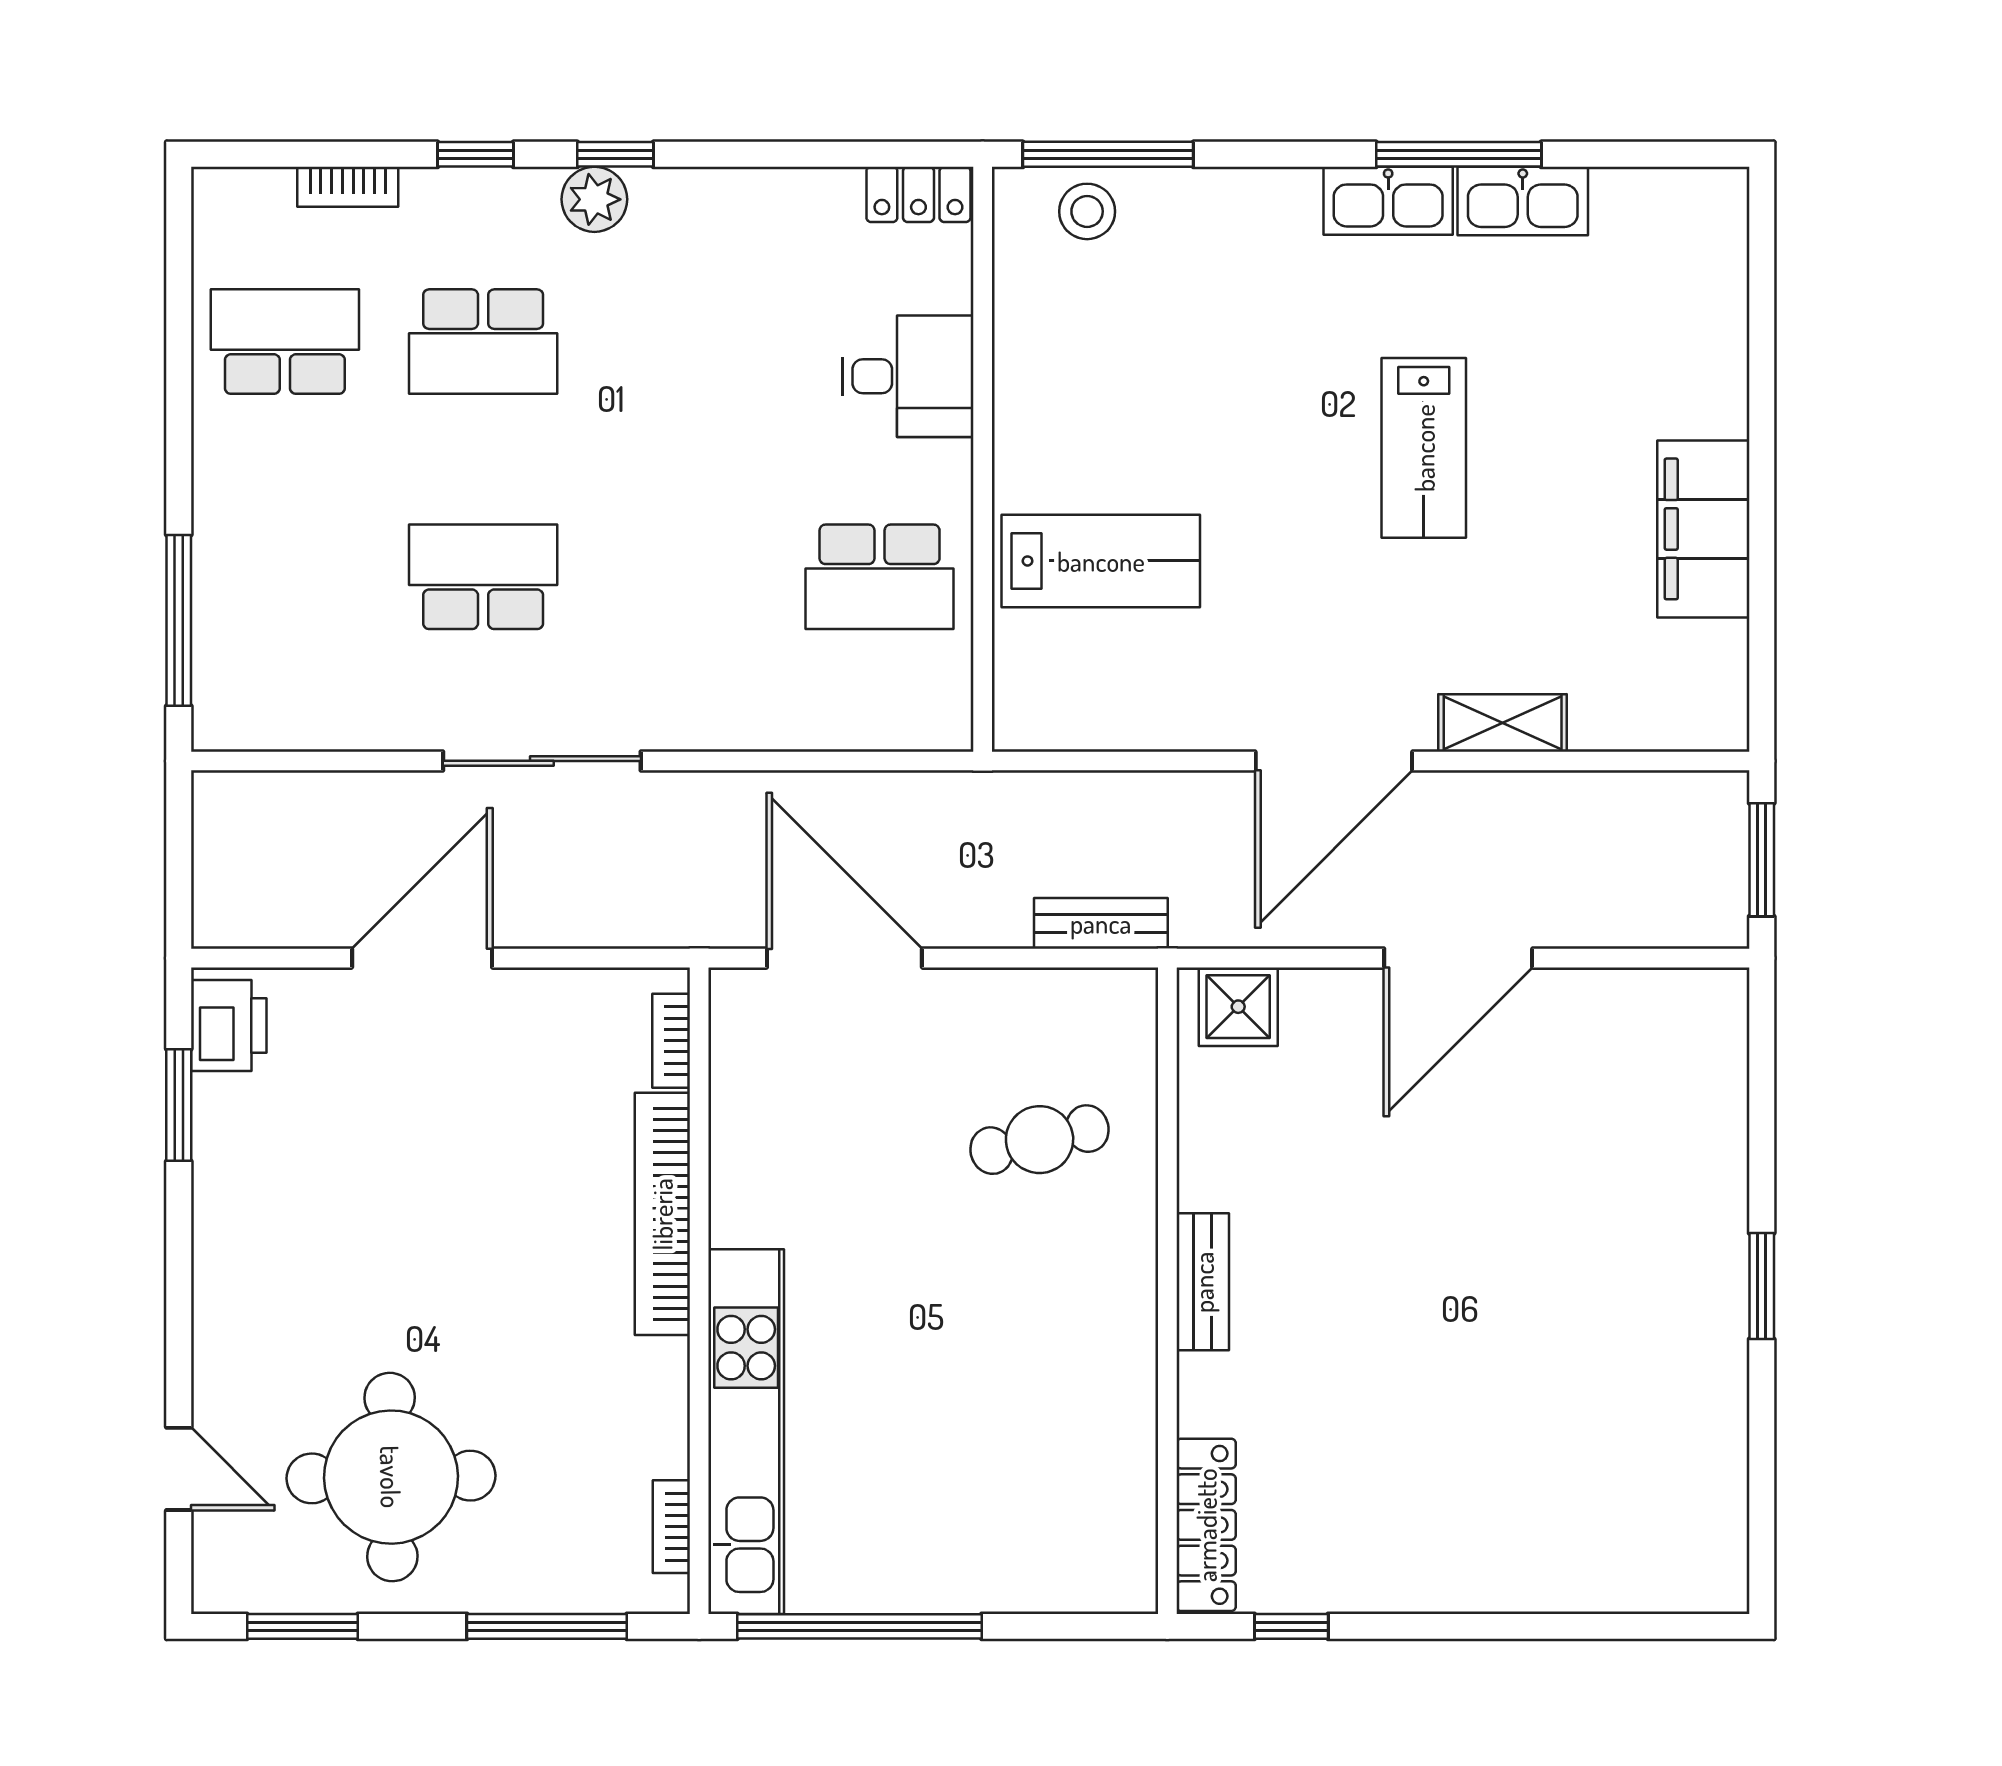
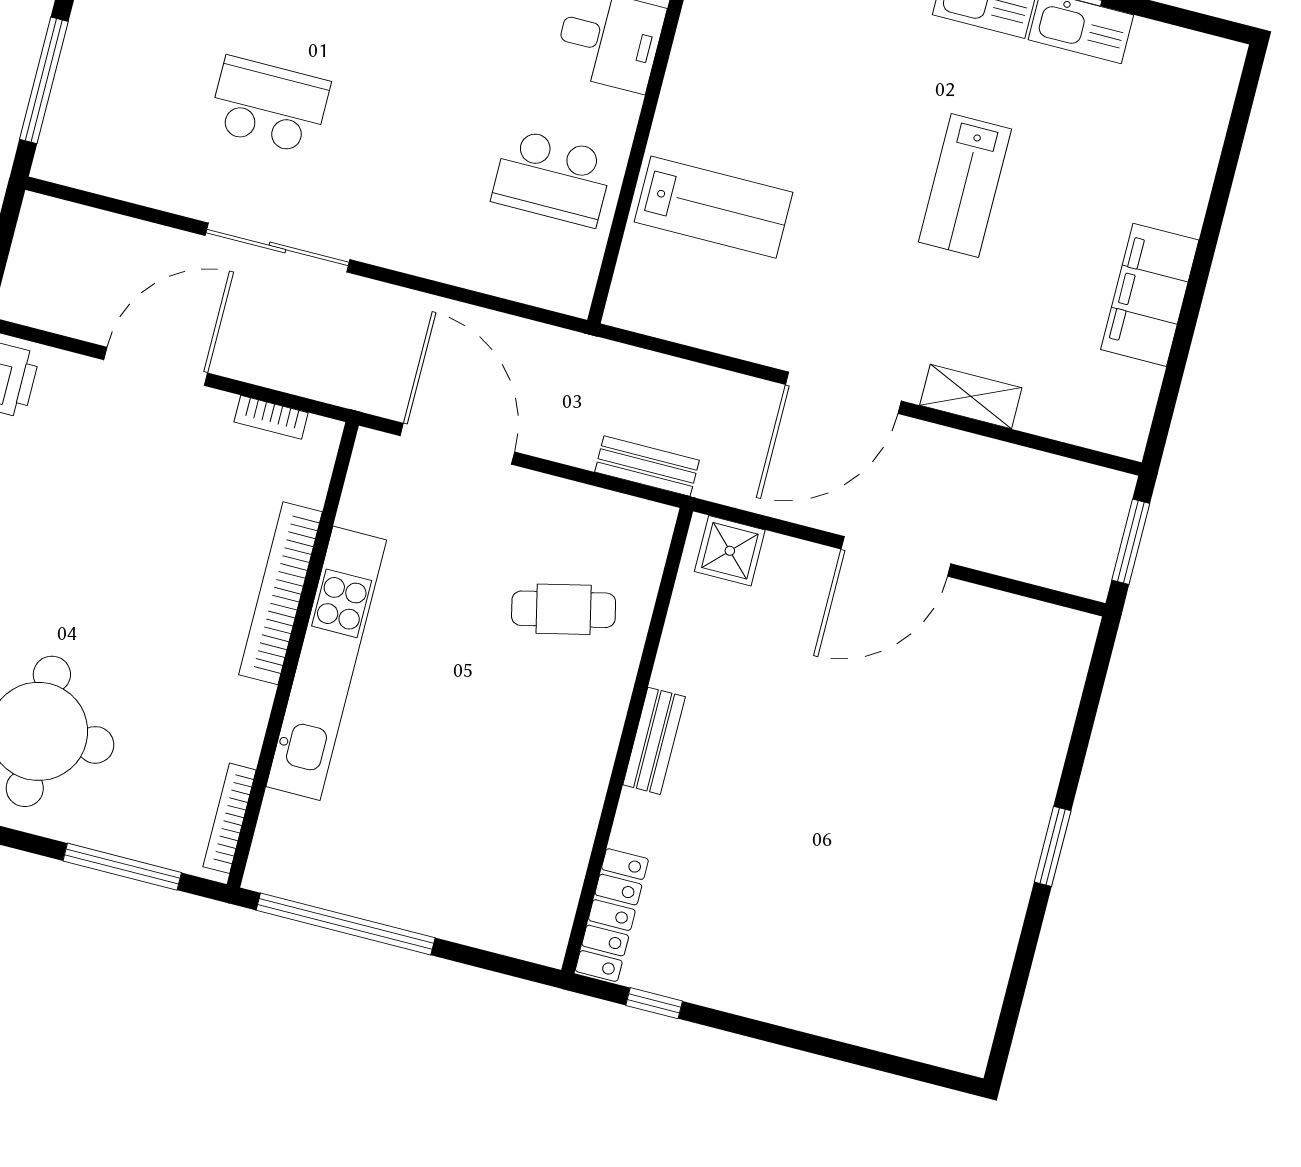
bookcase: (671, 1041) -> (271, 417), moved, turned -90
kitchen unit: (746, 1432) -> (326, 663), moved
bookcase: (671, 1527) -> (230, 818), width x1.56

